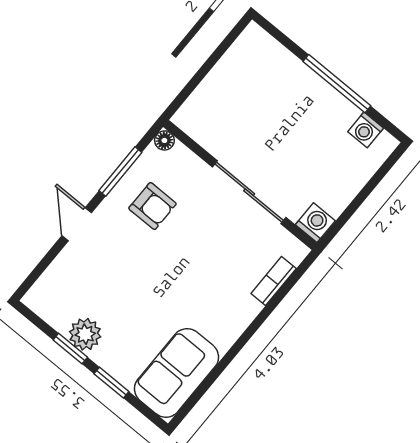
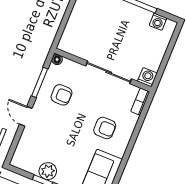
bookcase: (274, 281) -> (140, 102), moved
armchair: (211, 289) -> (105, 128), added

